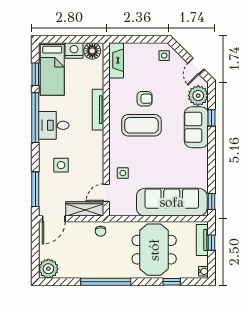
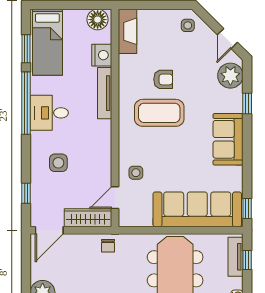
nightstand: (74, 50) -> (102, 55), moved, turned 90
sofa: (196, 127) -> (228, 139), moved
window: (35, 189) -> (26, 193), width x0.46

